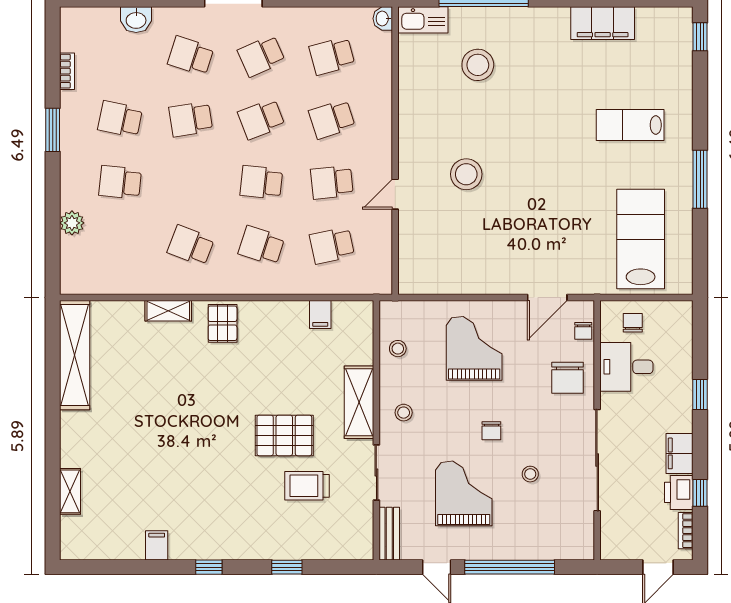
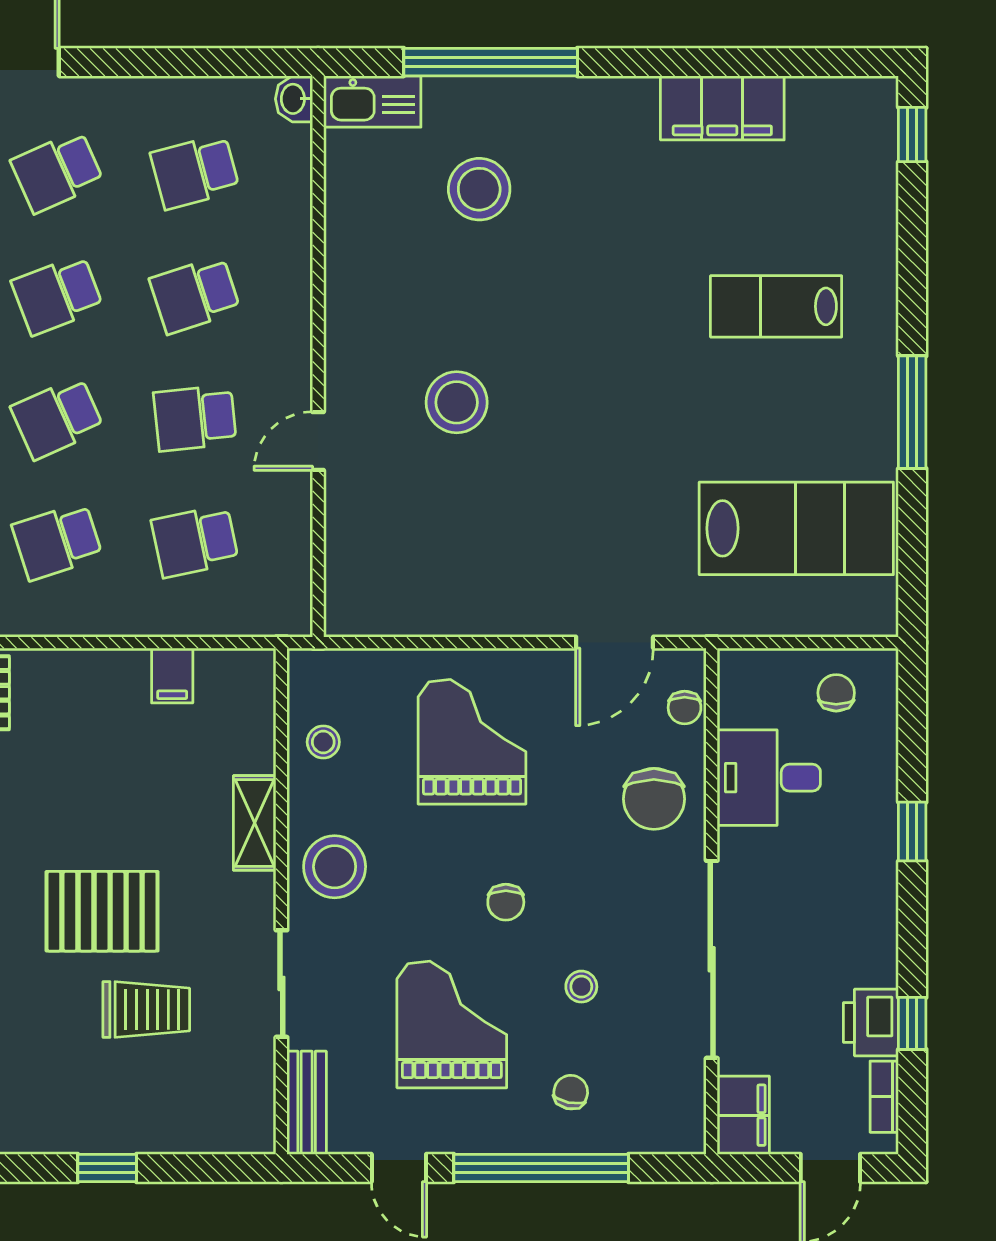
school desk: (261, 182) -> (57, 418), turned -30
lab bench: (641, 239) -> (796, 528), turned 90
school desk: (261, 246) -> (57, 541), turned -36
chair: (633, 323) -> (836, 693), moved
shelving: (359, 402) -> (255, 823), width x0.67, depth x0.75
stool: (404, 413) -> (335, 867), width x1.89, depth x1.89
filing cabinet: (680, 453) -> (743, 1115), moved, turned 180
trolley: (307, 486) -> (146, 1010), turned 180
chair: (525, 528) -> (571, 1092), added

